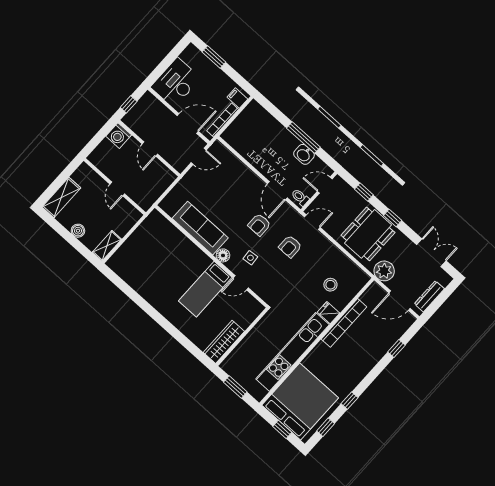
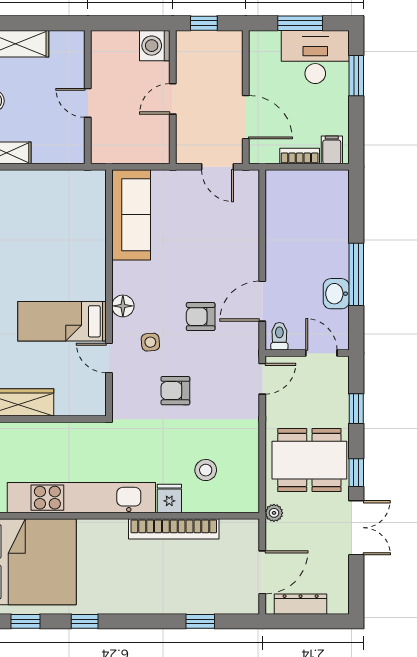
window: (168, 61) -> (300, 23), added
desk: (176, 83) -> (315, 57), moved
bookcase: (223, 120) -> (300, 156), width x0.64
door: (117, 189) -> (88, 103), hinge flipped
door: (312, 222) -> (262, 379), hinge flipped
sofa: (200, 228) -> (131, 215), moved
armchair: (290, 247) -> (175, 391), moved
double door: (431, 253) -> (356, 528), moved
plant: (384, 271) -> (274, 513), width x0.53, depth x0.53
door: (399, 301) -> (262, 572), swing flipped

